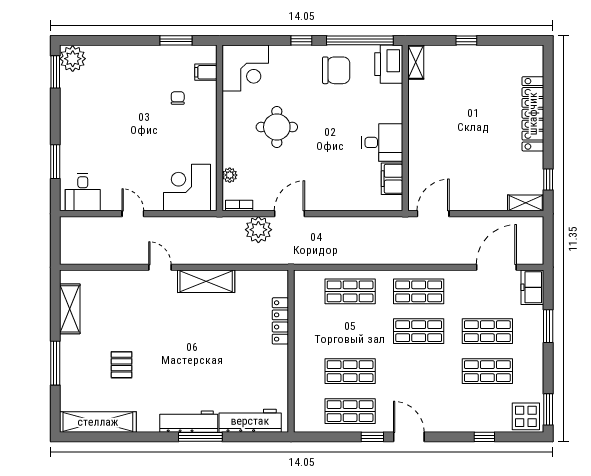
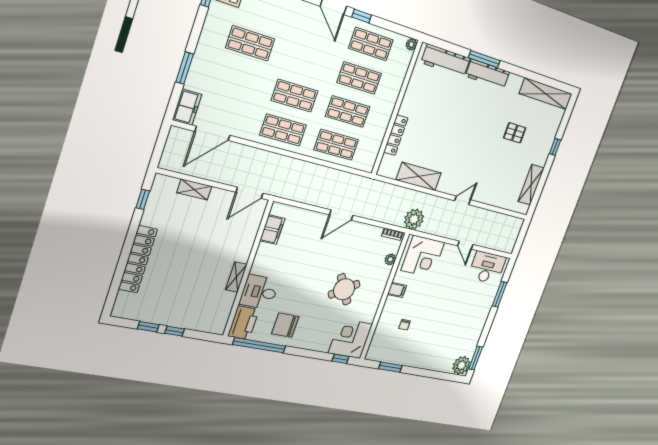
window: (301, 40) -> (340, 359), moved
window: (498, 40) -> (148, 327), added
shelving: (416, 62) -> (236, 277), moved
filing cabinet: (206, 72) -> (397, 290), moved
round table: (277, 127) -> (344, 289), turned -33
desk: (382, 142) -> (259, 292), moved
desk: (83, 192) -> (487, 267), width x1.37
shelving: (526, 203) -> (194, 189), moved
door: (290, 214) -> (341, 215), moved
plant: (258, 230) -> (414, 219), moved
door: (160, 267) -> (463, 200), swing flipped
shelving: (206, 281) -> (419, 176), moved
shop shelf: (487, 331) -> (348, 112), moved
window: (55, 363) -> (555, 147), width x0.46
pallet: (122, 365) -> (515, 133), turned 90
plant: (301, 425) -> (411, 44), added

